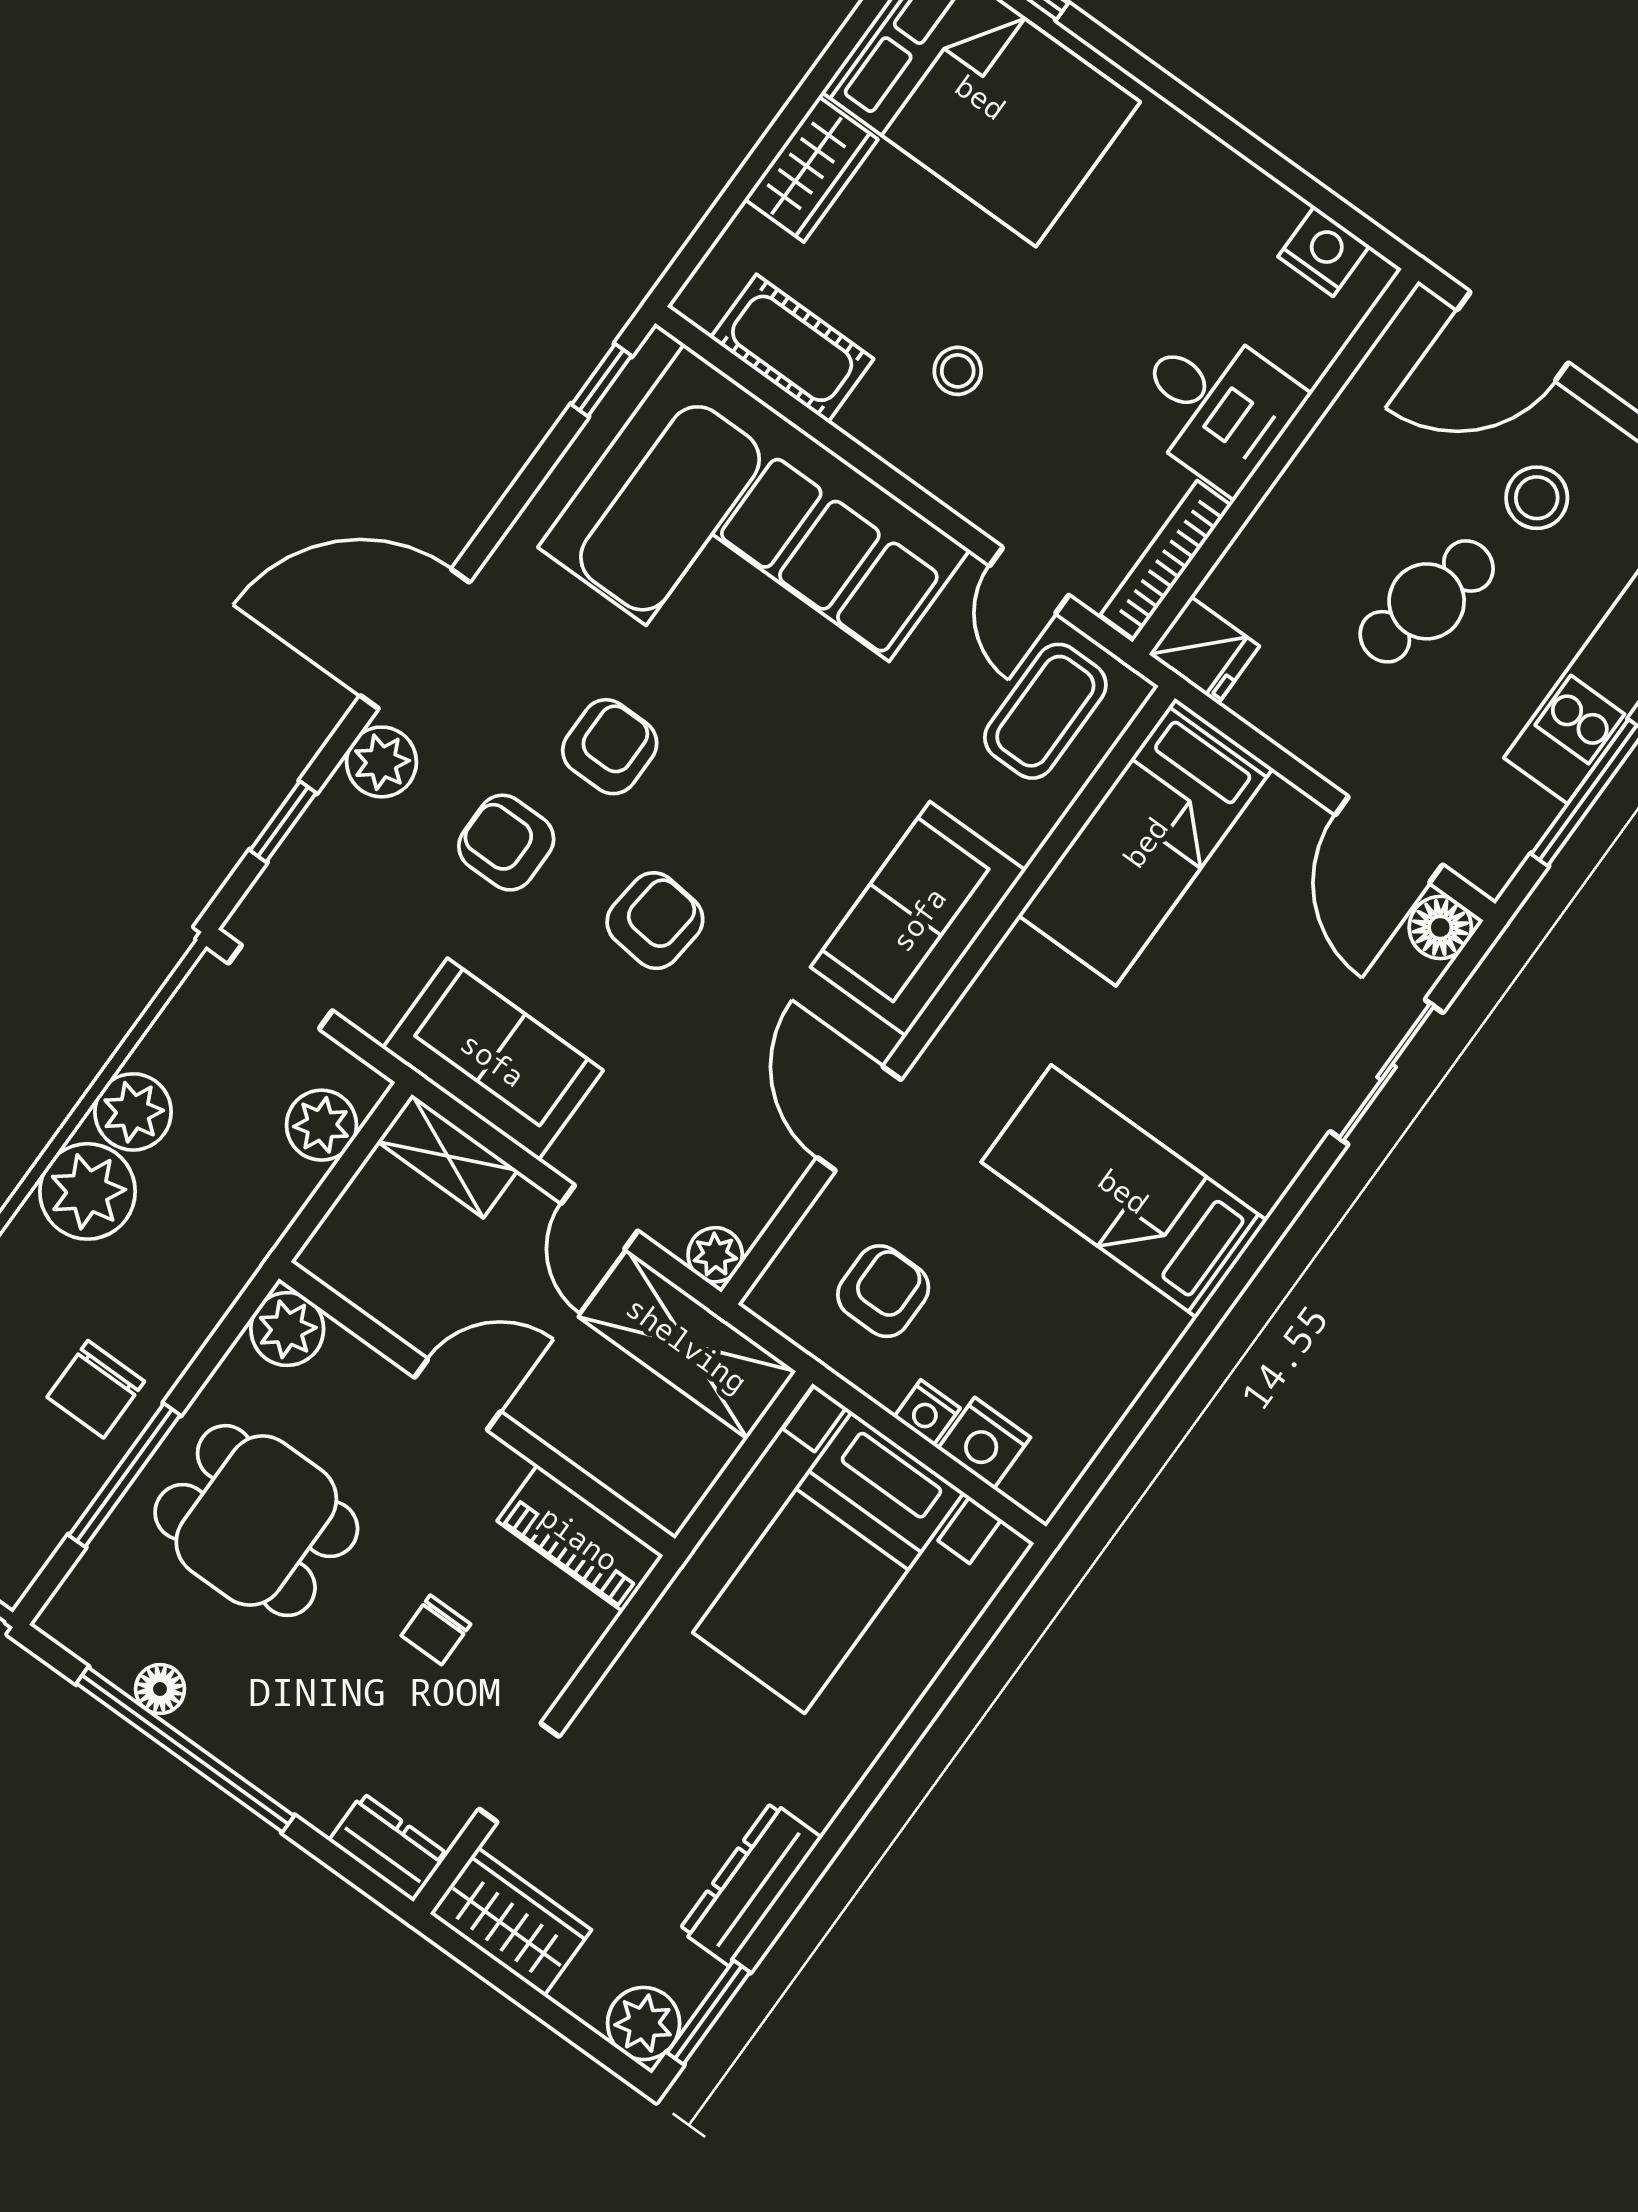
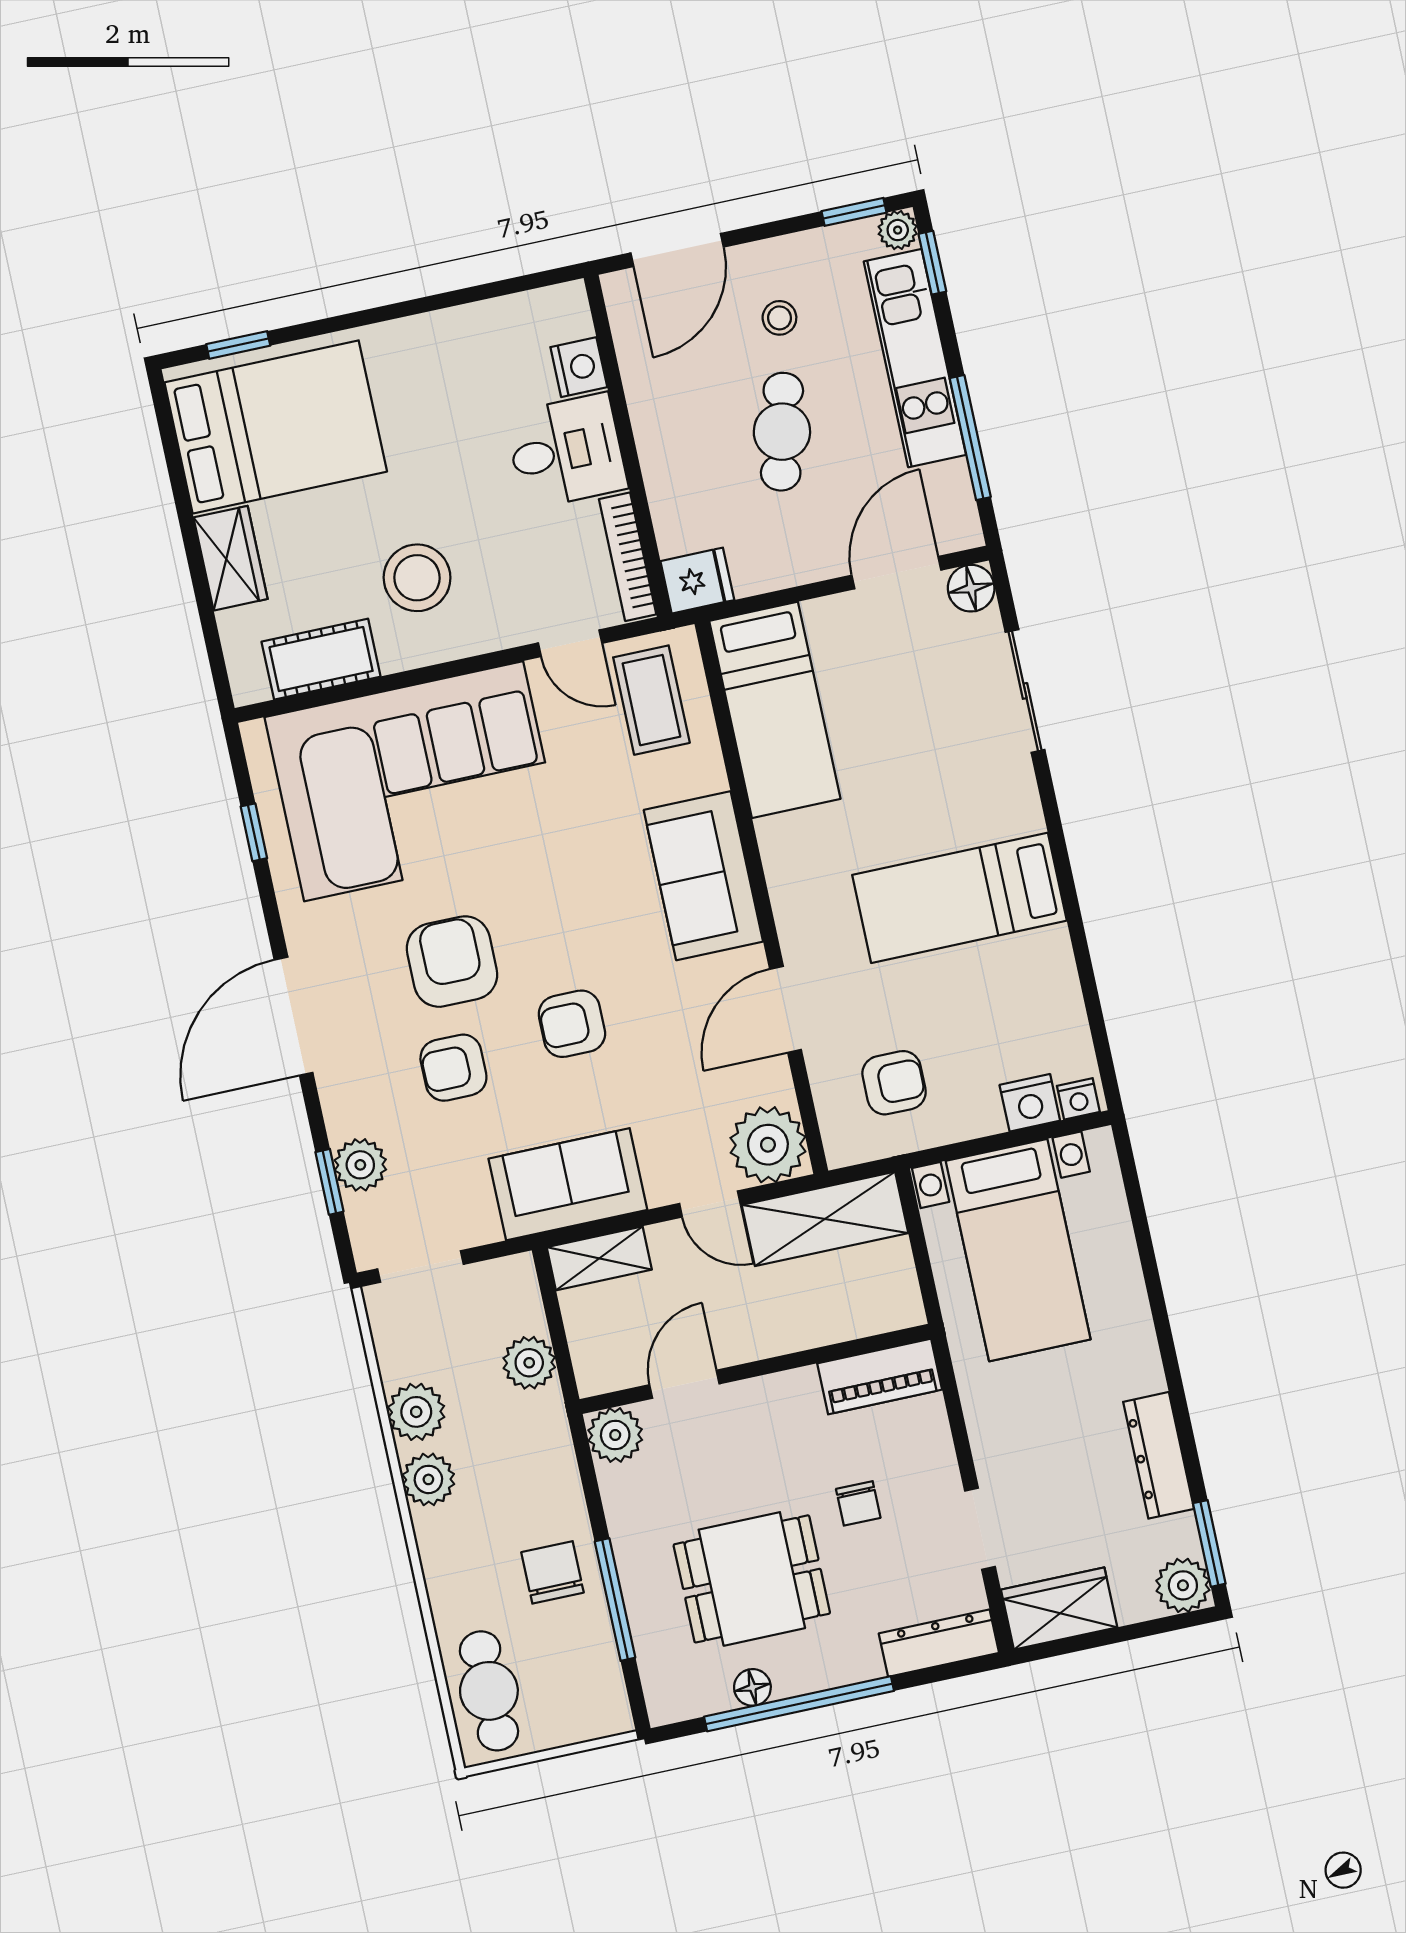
nightstand: (1324, 251) -> (579, 367), moved, turned 90
stool: (958, 371) -> (417, 578), width x1.89, depth x1.89
window: (602, 380) -> (254, 832), moved
stool: (1537, 498) -> (779, 318), width x0.73, depth x0.73
armchair: (610, 747) -> (452, 962), width x1.38, depth x1.38
plant: (382, 762) -> (360, 1165), moved
door: (1389, 840) -> (896, 573), swing flipped
armchair: (655, 921) -> (572, 1024), turned -96
door: (859, 1119) -> (785, 1009), hinge flipped
plant: (322, 1125) -> (529, 1363), moved
plant: (88, 1191) -> (428, 1479), width x0.73, depth x0.73
plant: (715, 1255) -> (768, 1145), width x1.88, depth x1.88
armchair: (883, 1291) -> (894, 1083), turned 90
chair: (96, 1389) -> (552, 1572), turned 180
door: (457, 1394) -> (684, 1384), moved
nightstand: (927, 1413) -> (1078, 1099), moved
dining table: (256, 1521) -> (752, 1579), moved
dresser: (388, 1847) -> (939, 1643), width x1.44

